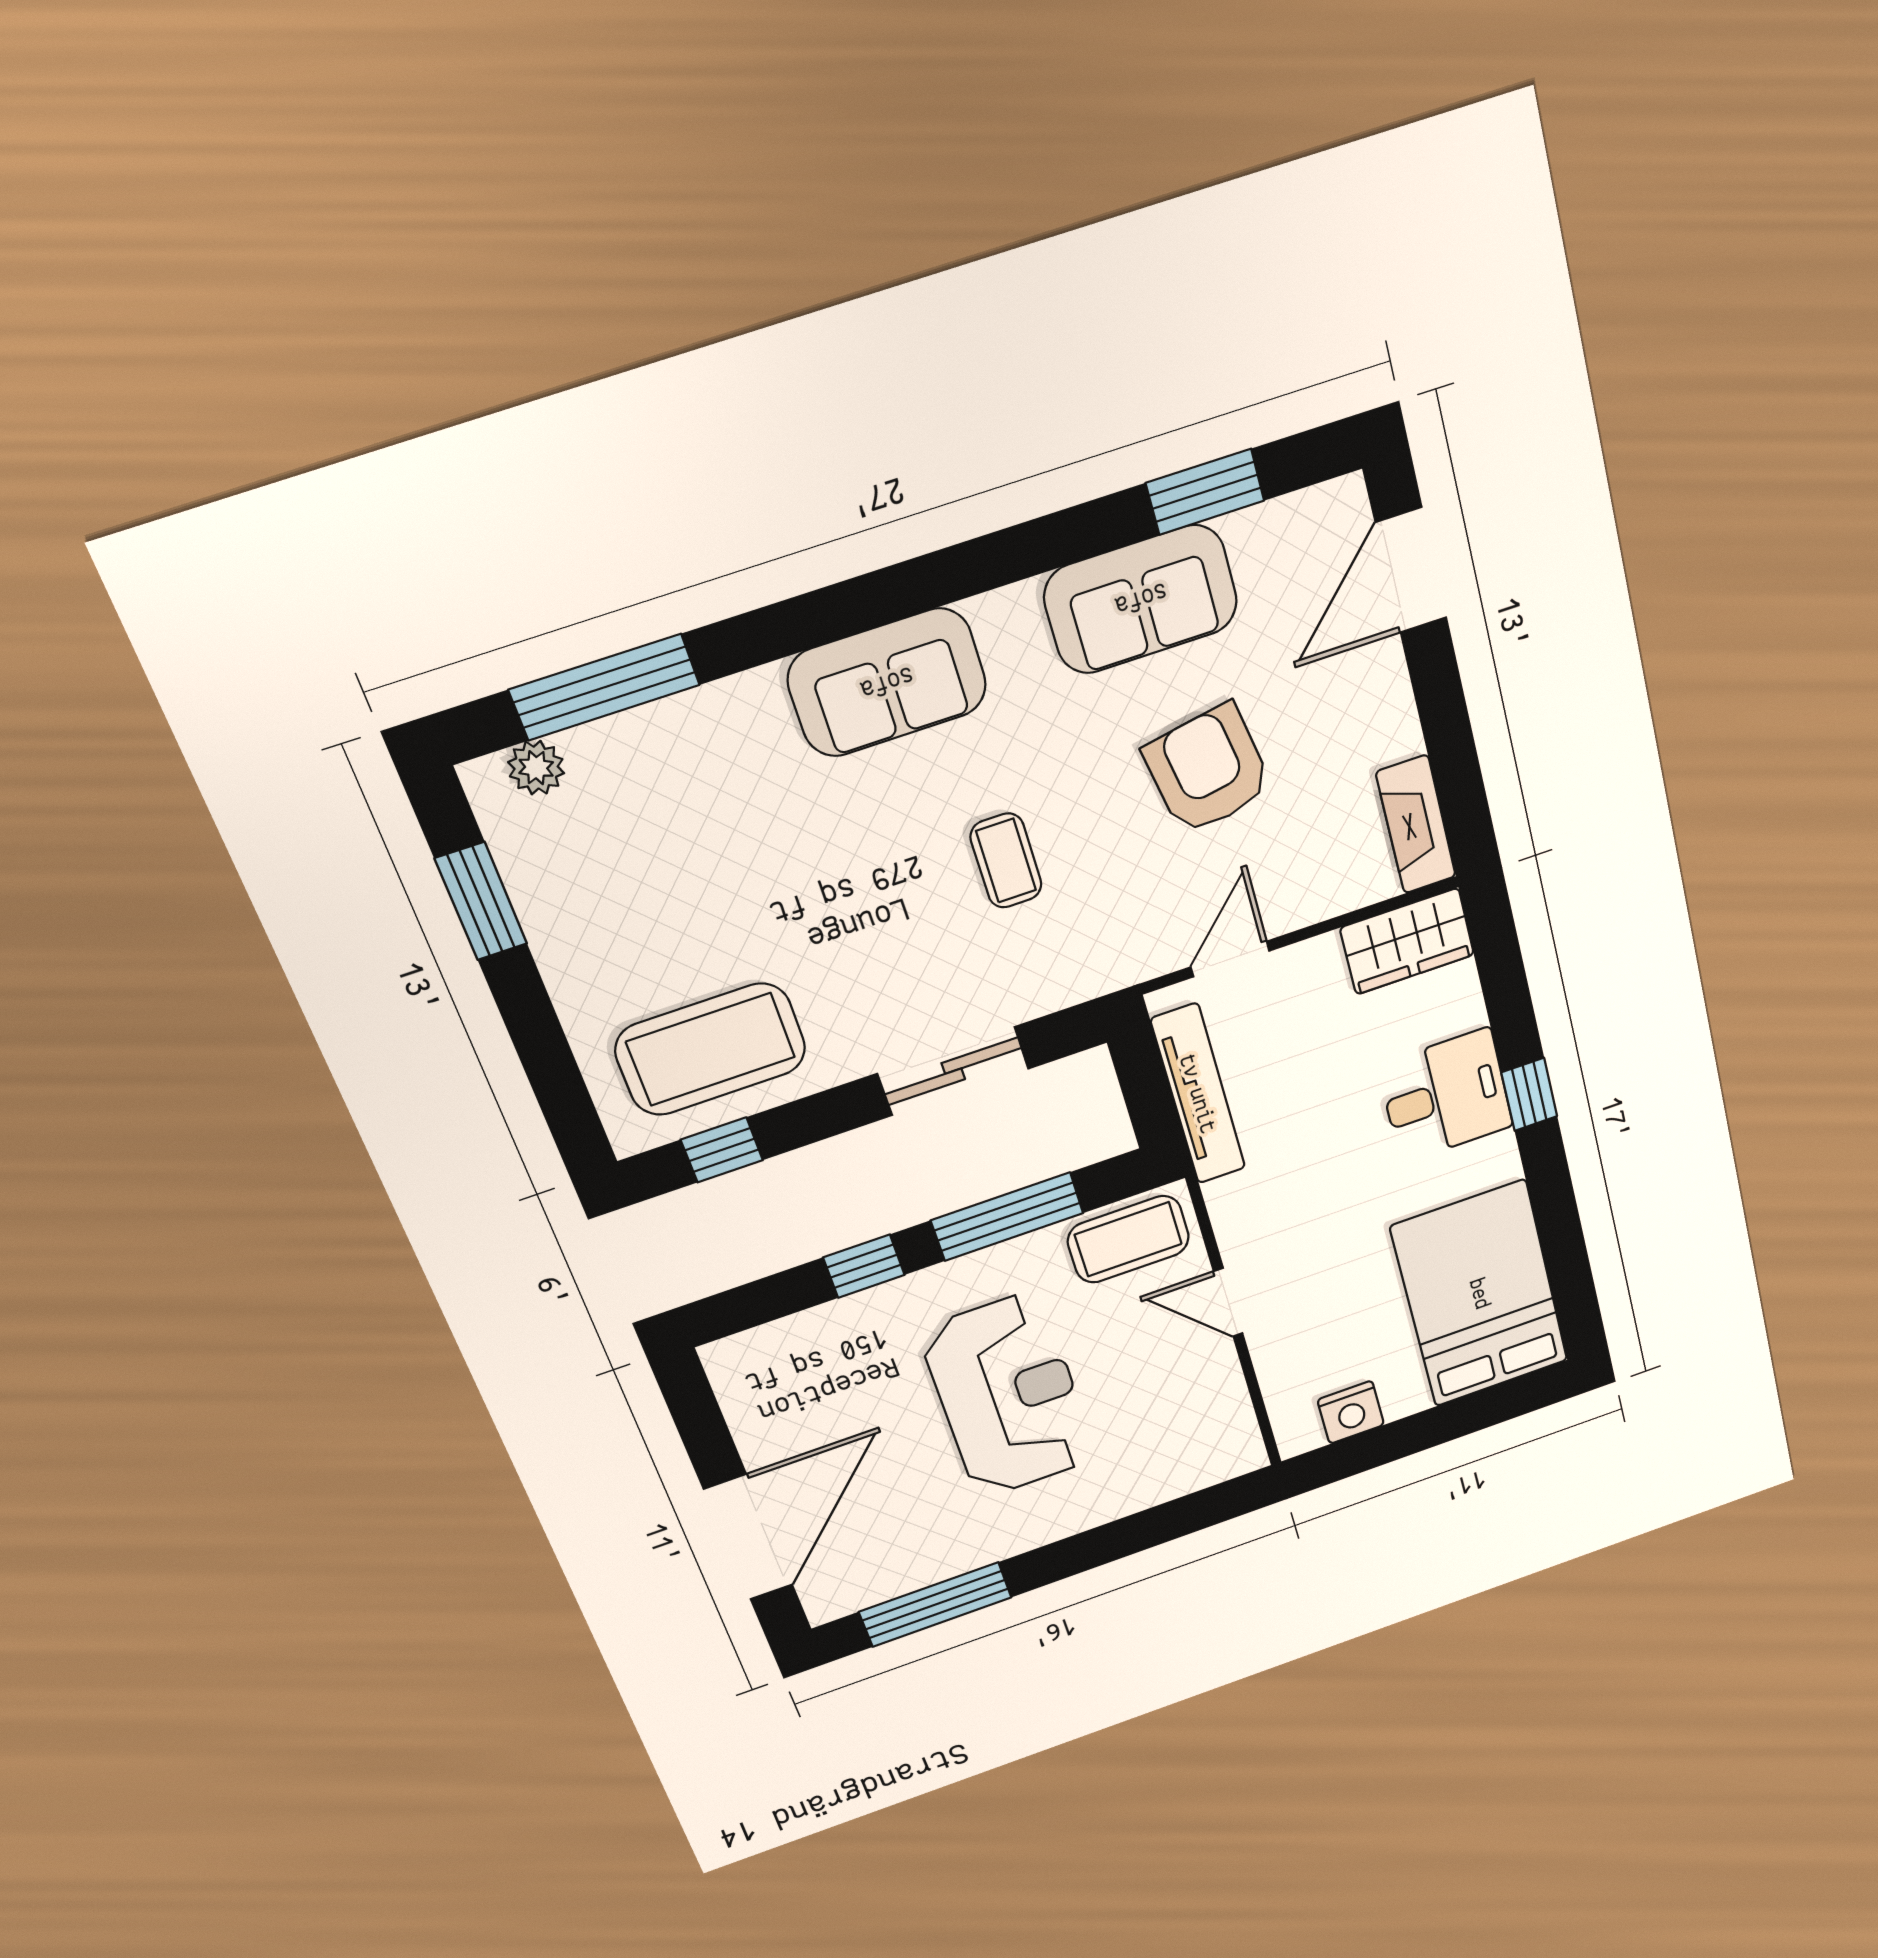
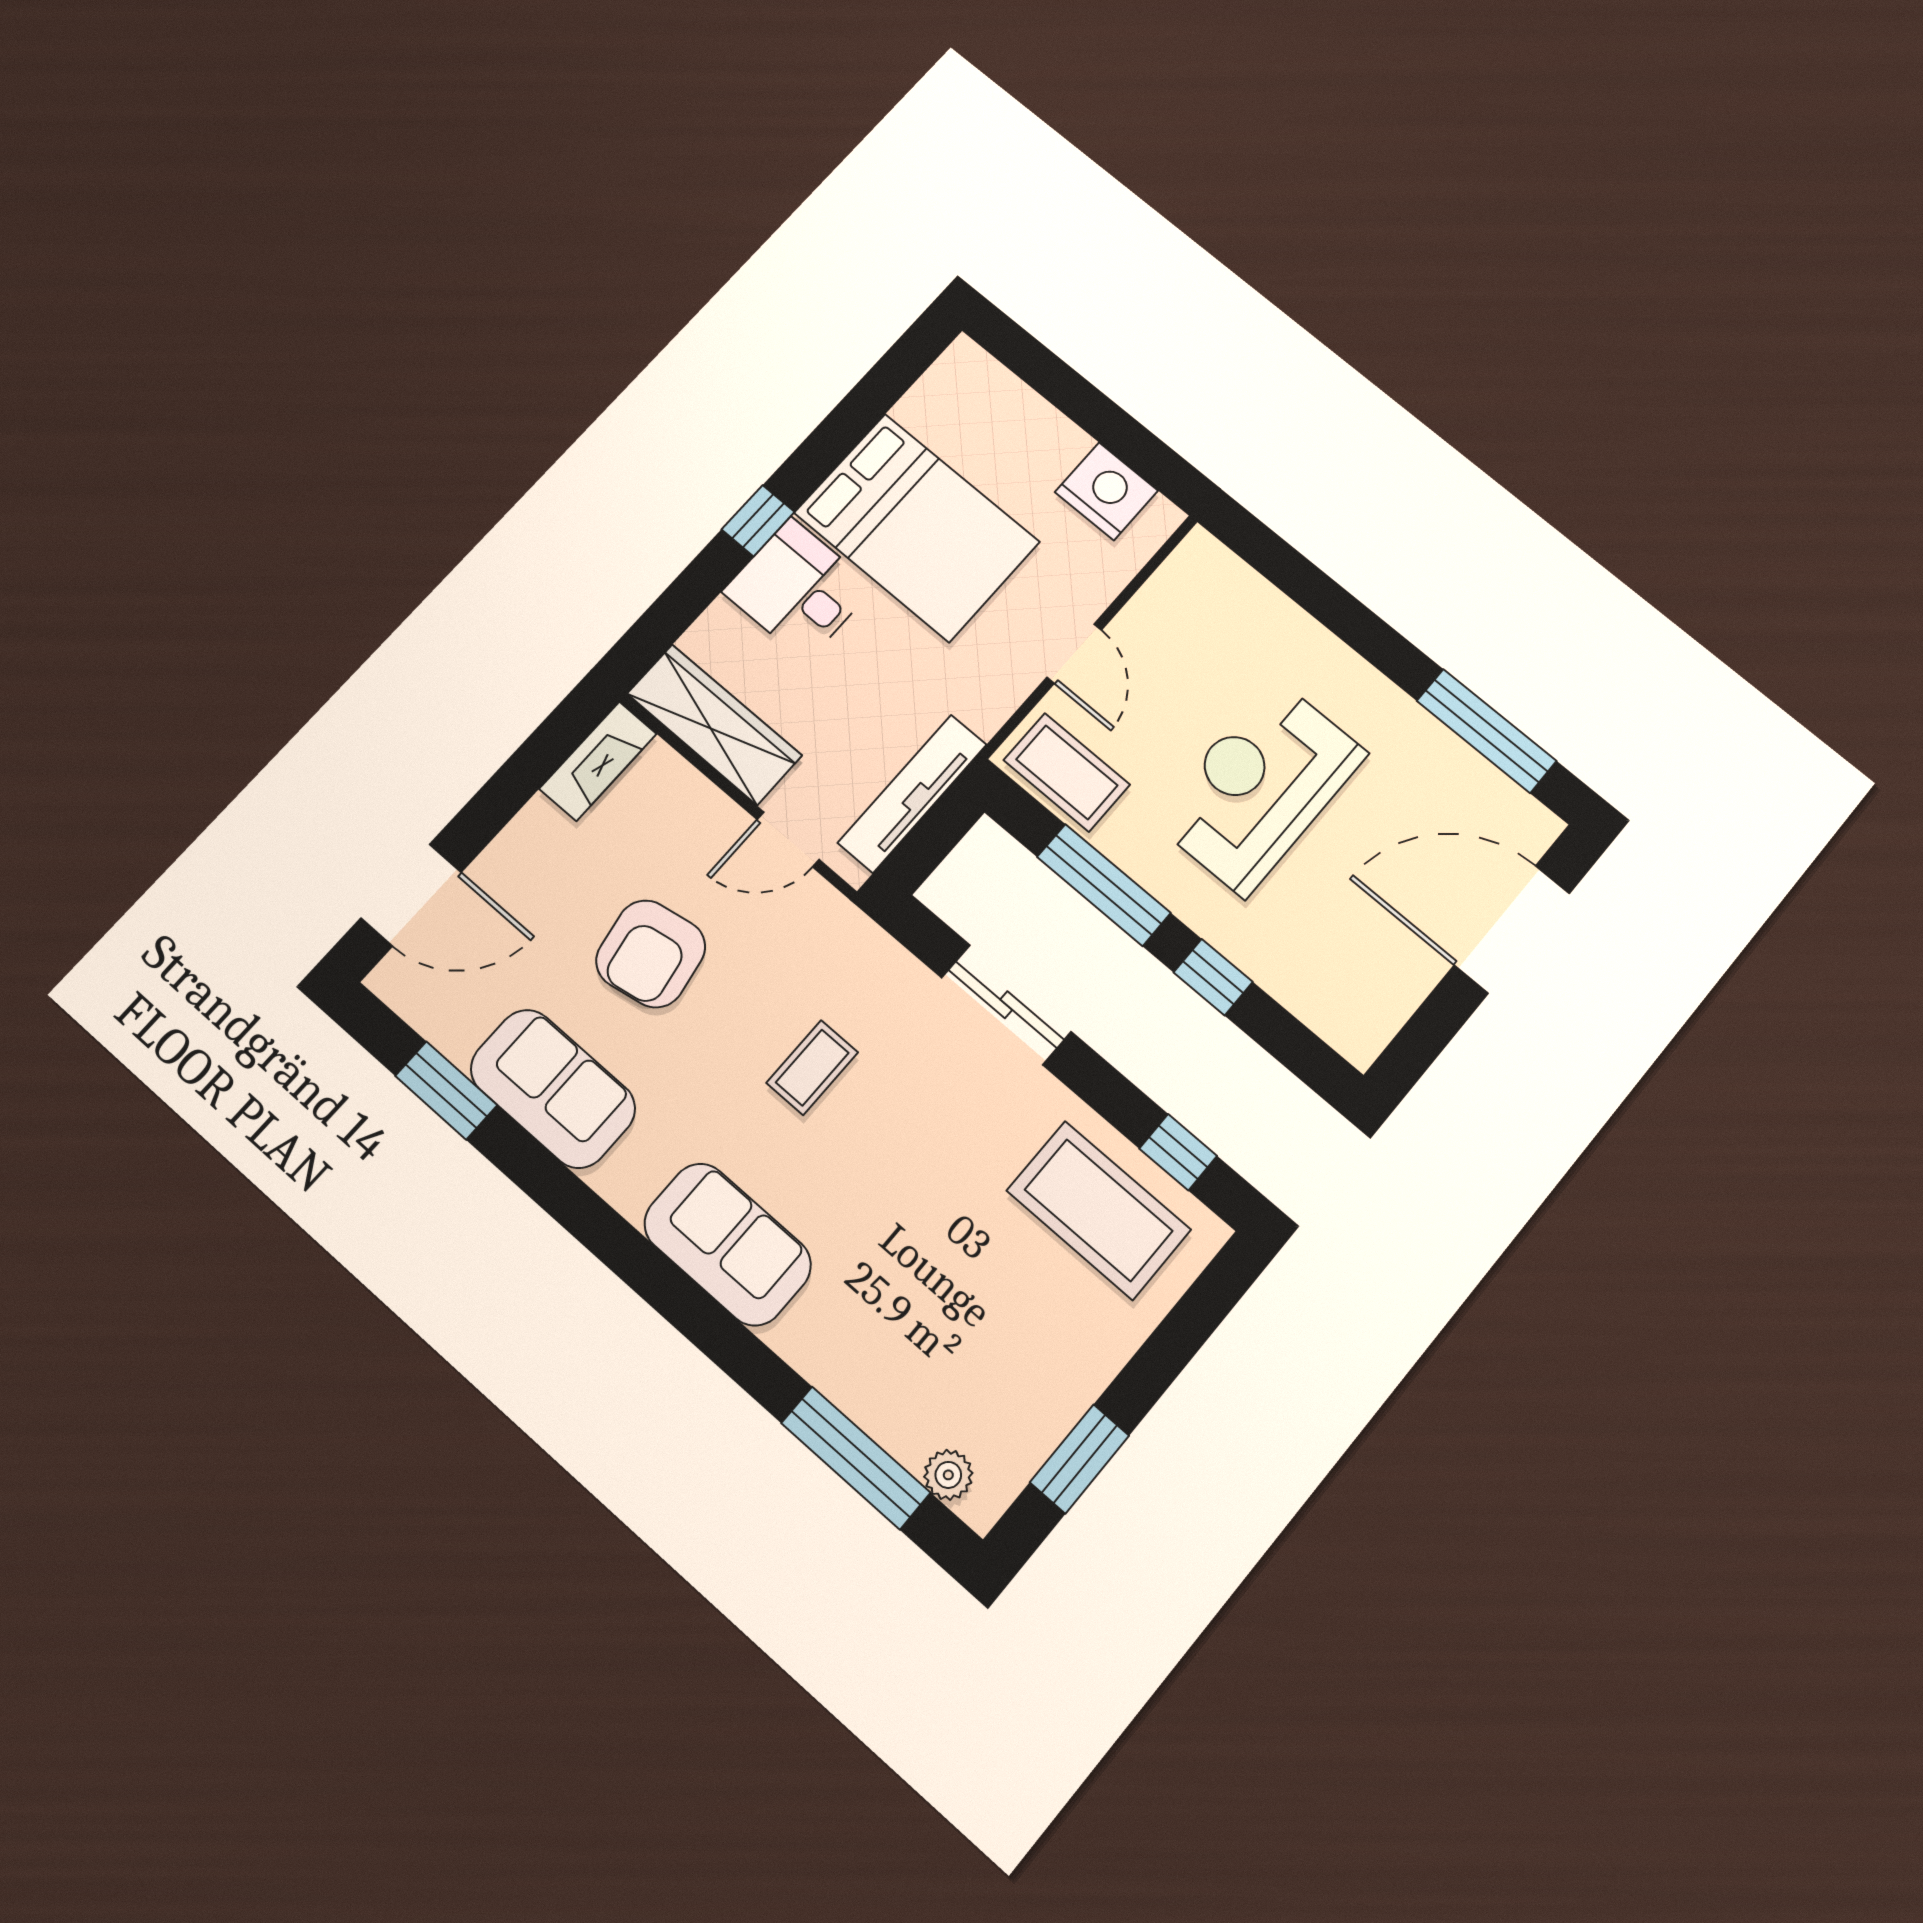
wardrobe: (1407, 941) -> (714, 724), width x1.50
bed: (1480, 1294) -> (917, 527), moved, turned -90
nightstand: (1351, 1412) -> (1106, 491), width x1.36, depth x1.33

